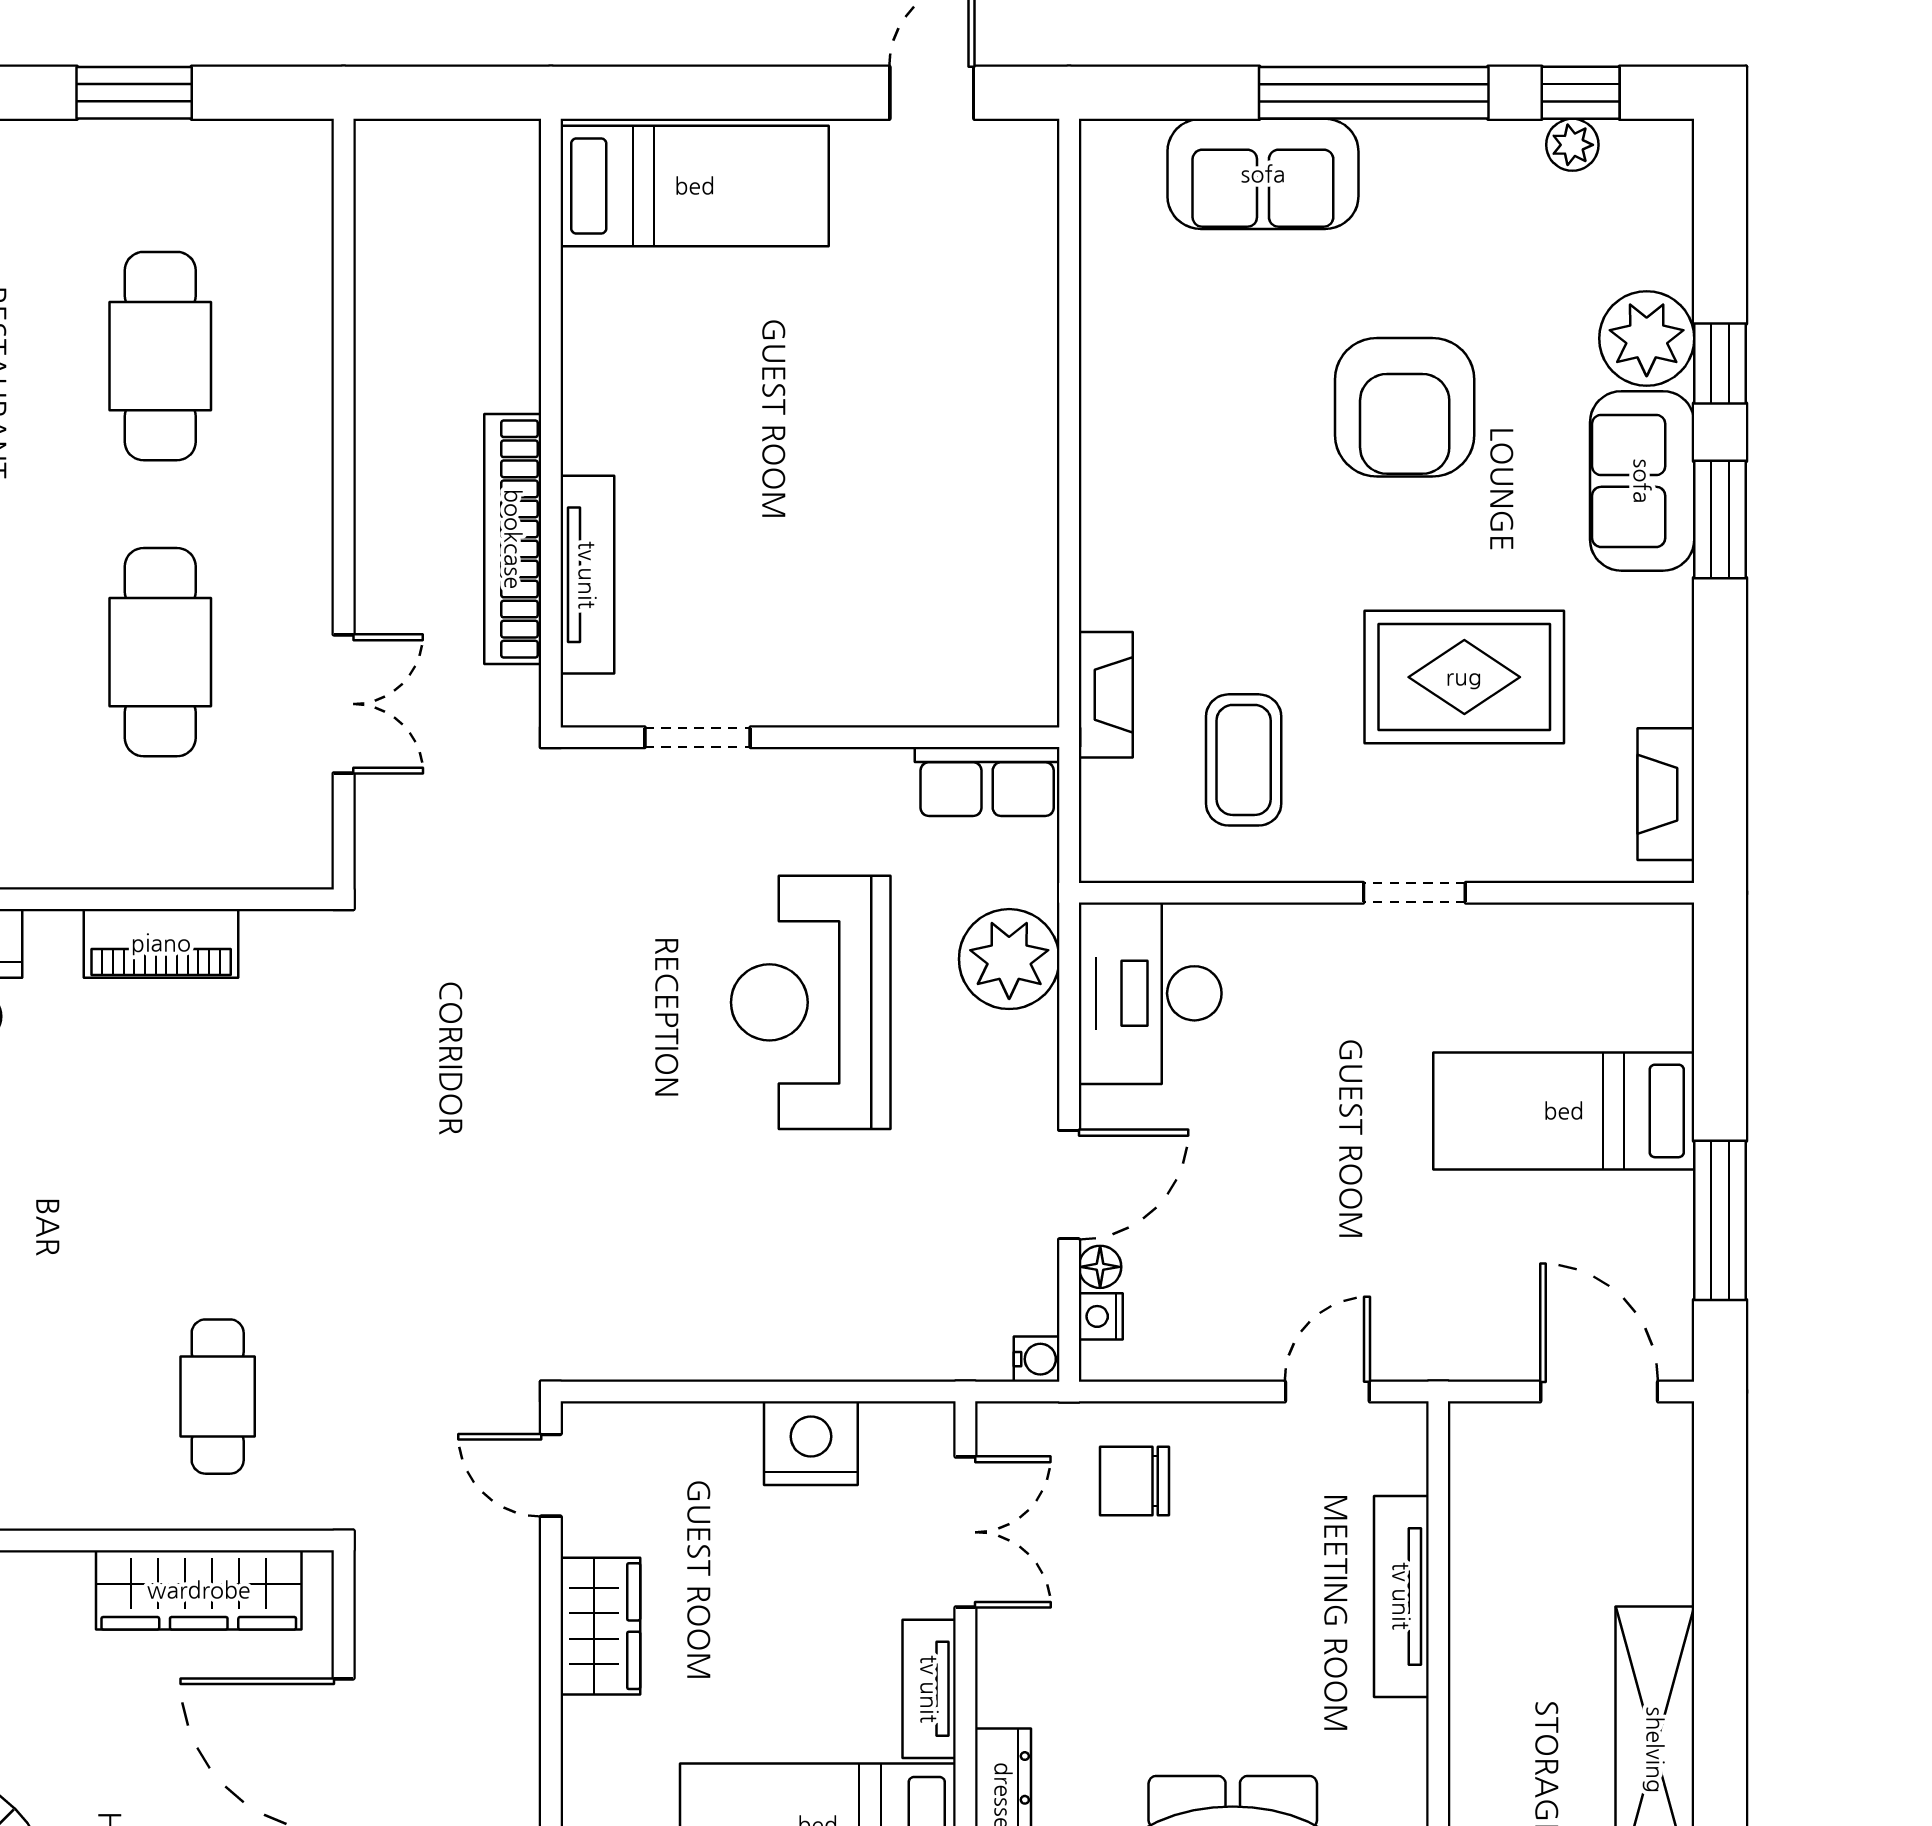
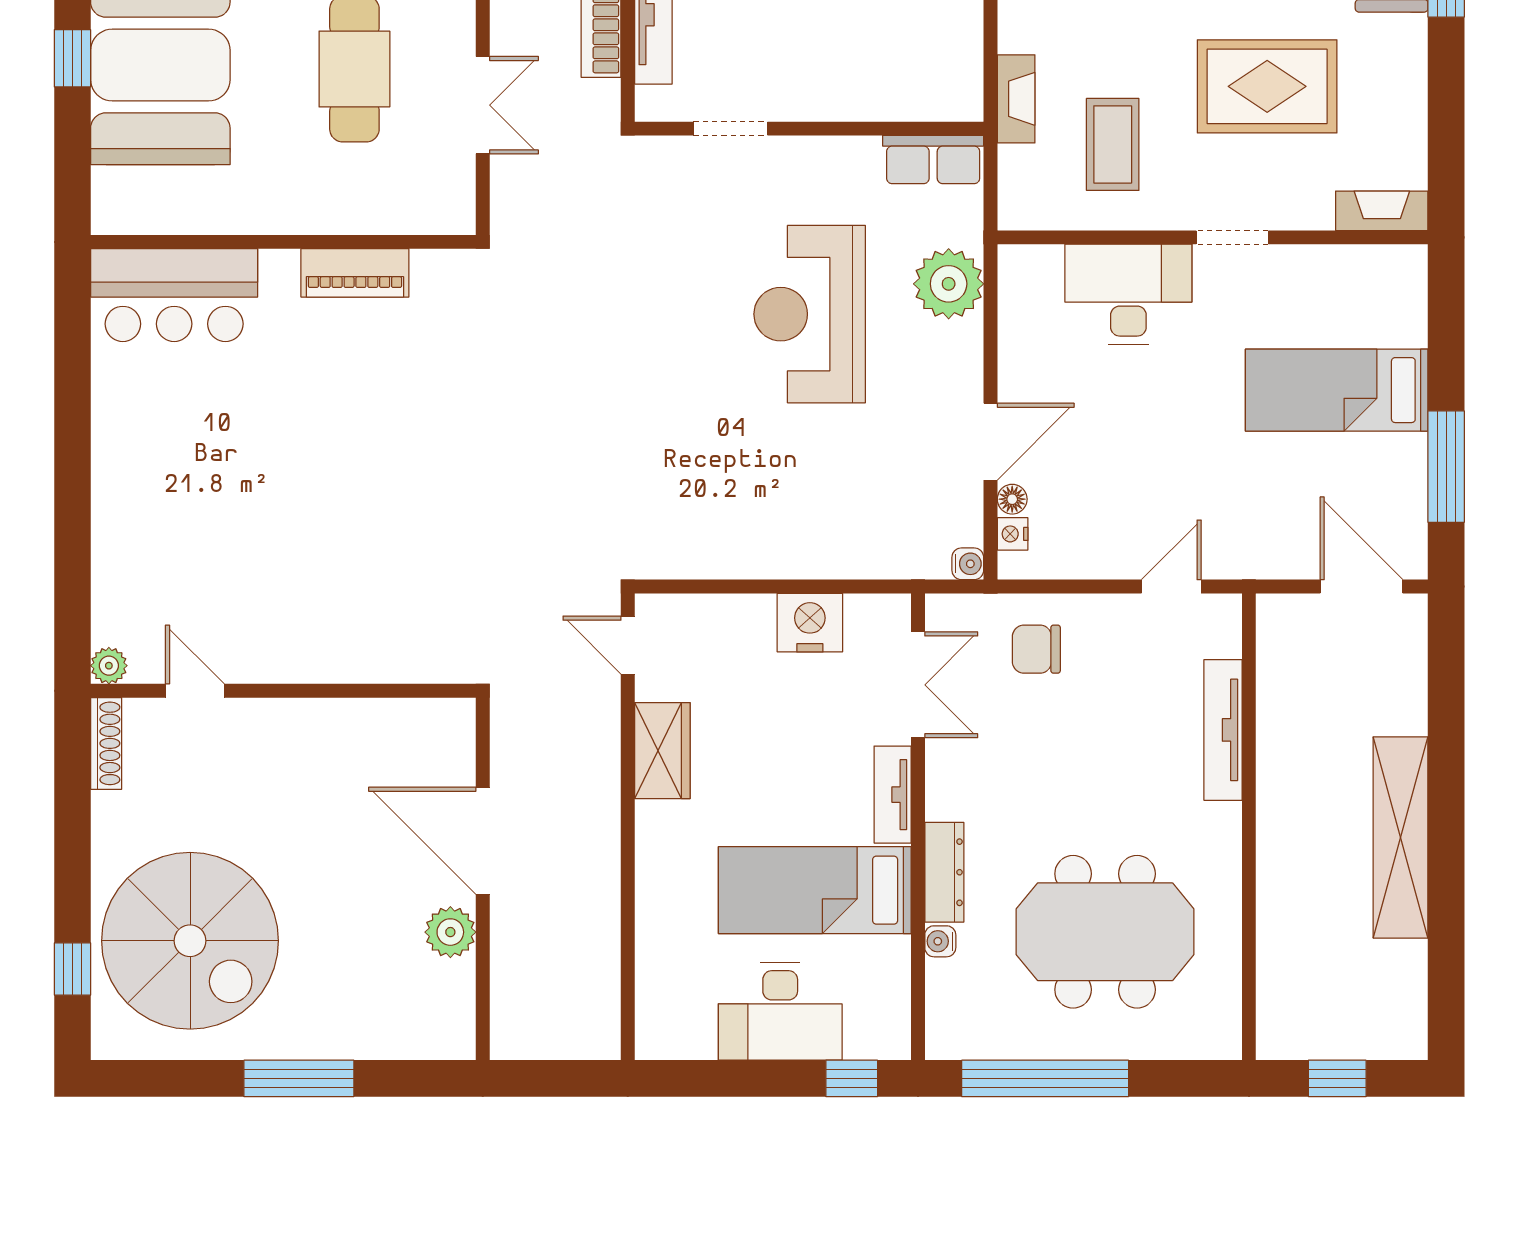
fireplace: (1666, 794) -> (1382, 211), moved, turned 90
desk: (1150, 993) -> (1128, 294), moved, turned 90
cafe table: (218, 1397) -> (395, 590), removed
wardrobe: (199, 1590) -> (381, 725), removed

